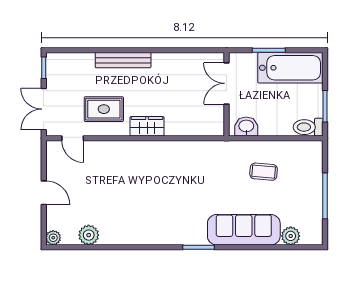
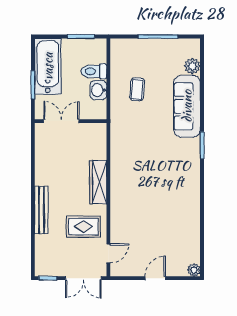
double door: (227, 83) -> (61, 121), swing flipped
rug: (104, 109) -> (83, 227), turned 90
wardrobe: (147, 126) -> (98, 182), width x1.50
washbasin: (246, 127) -> (98, 90), moved
toilet: (308, 127) -> (94, 71), moved, turned 90
plant: (89, 235) -> (192, 240), removed

